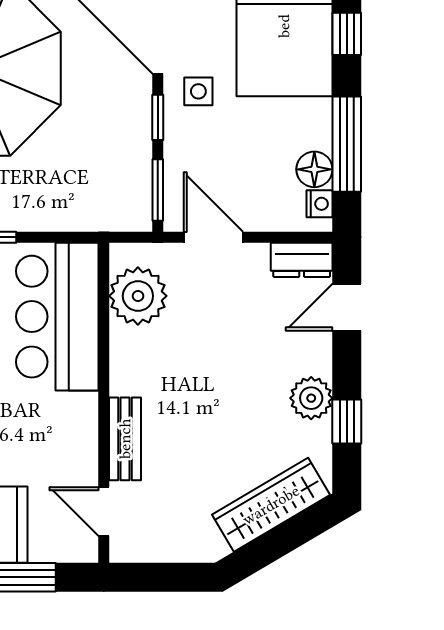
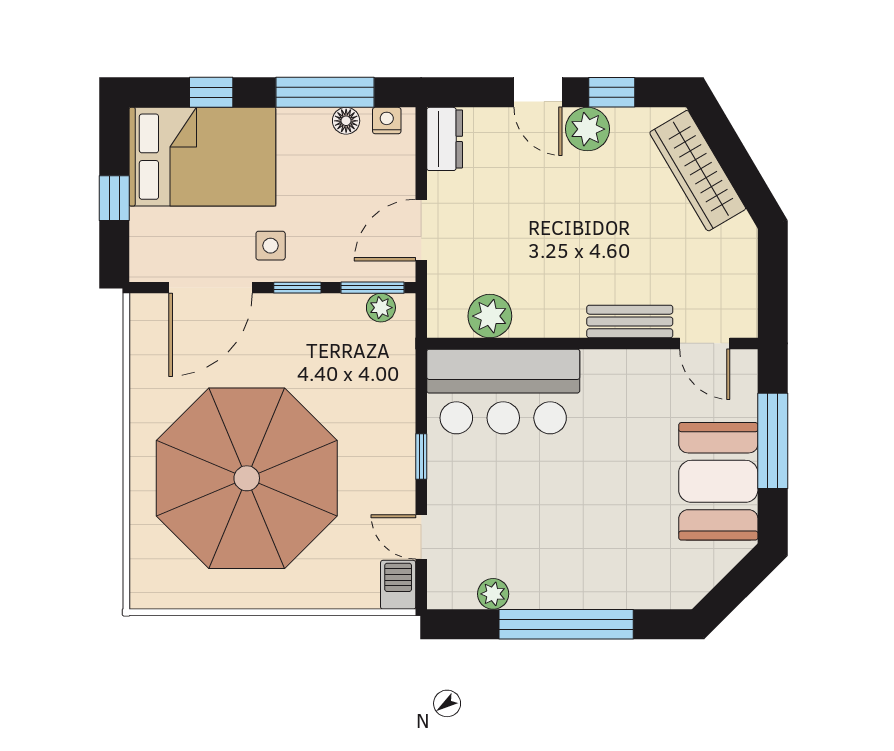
floor lamp: (314, 169) -> (346, 121), width x0.73, depth x0.73
plant: (138, 198) -> (381, 308), added
plant: (138, 296) -> (490, 316), width x0.73, depth x0.73
door: (347, 307) -> (538, 92), moved
door: (104, 512) -> (705, 343), hinge flipped

